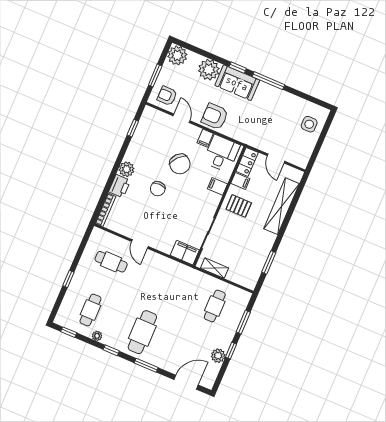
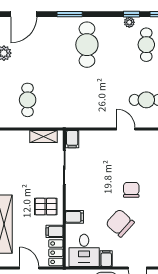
filing cabinet: (185, 253) -> (72, 139), width x0.50
window: (111, 350) -> (131, 14), moved

